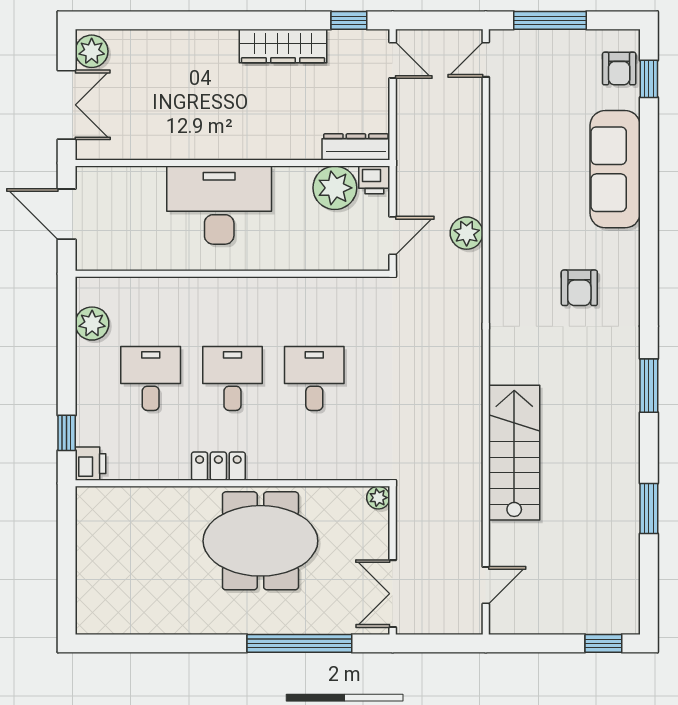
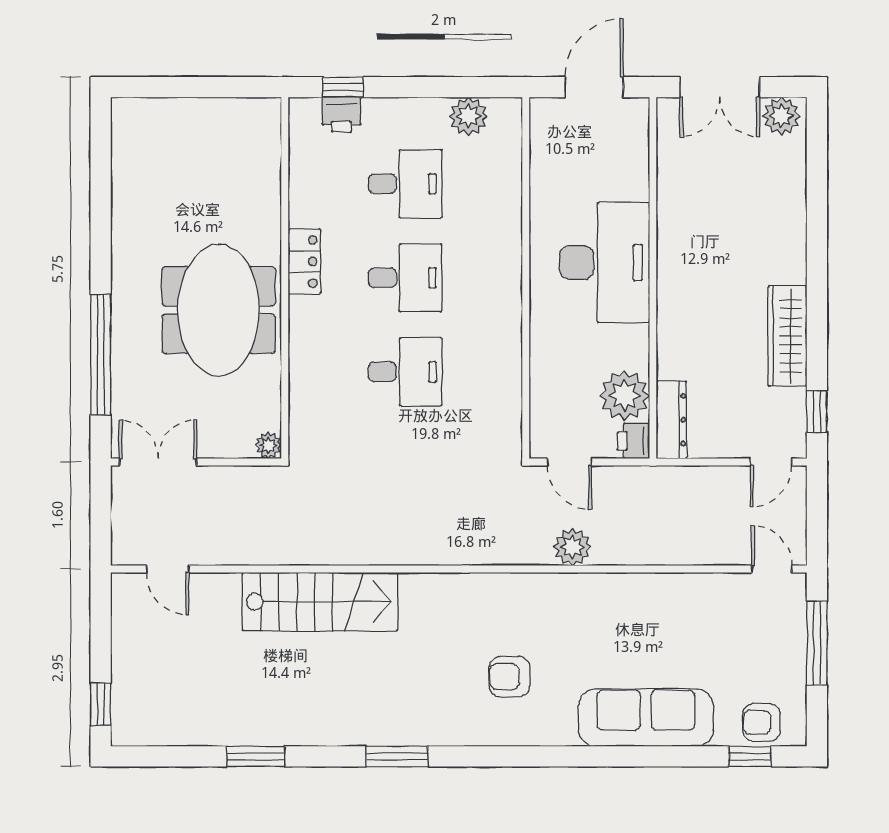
printer: (91, 464) -> (341, 115), moved

